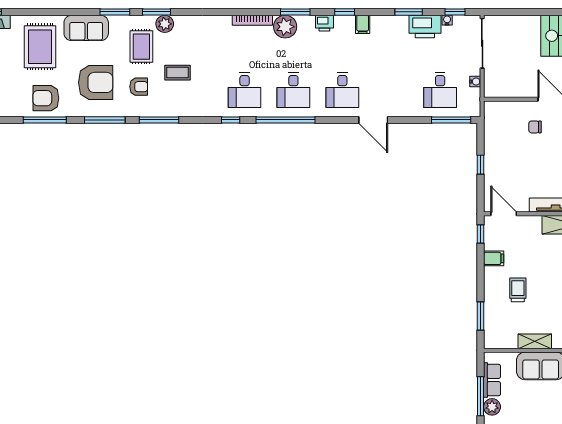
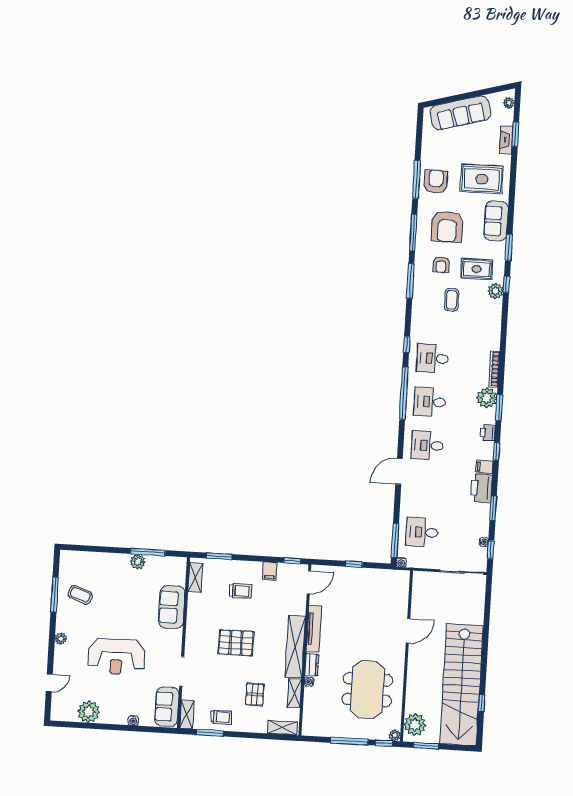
window: (157, 12) -> (507, 284), width x0.67
printer: (425, 27) -> (481, 488), moved
water cooler: (475, 82) -> (401, 562), moved
chair: (535, 127) -> (384, 615), removed
shelving: (535, 341) -> (195, 578), moved
row of seats: (492, 380) -> (162, 563), removed

